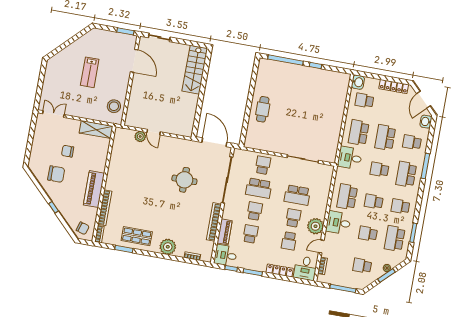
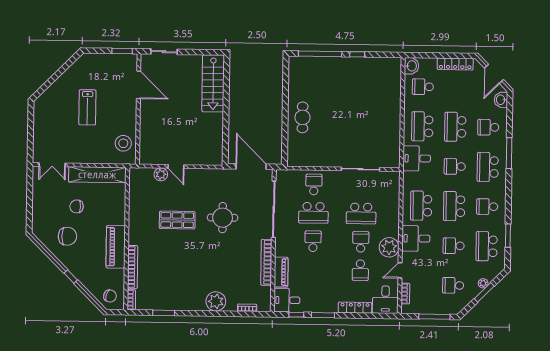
double door: (53, 114) -> (52, 165), swing flipped
shelving: (96, 130) -> (97, 175), width x1.47
school desk: (374, 202) -> (454, 206), width x1.85
school desk: (251, 234) -> (313, 270), removed
shop shelf: (137, 236) -> (177, 220), moved

